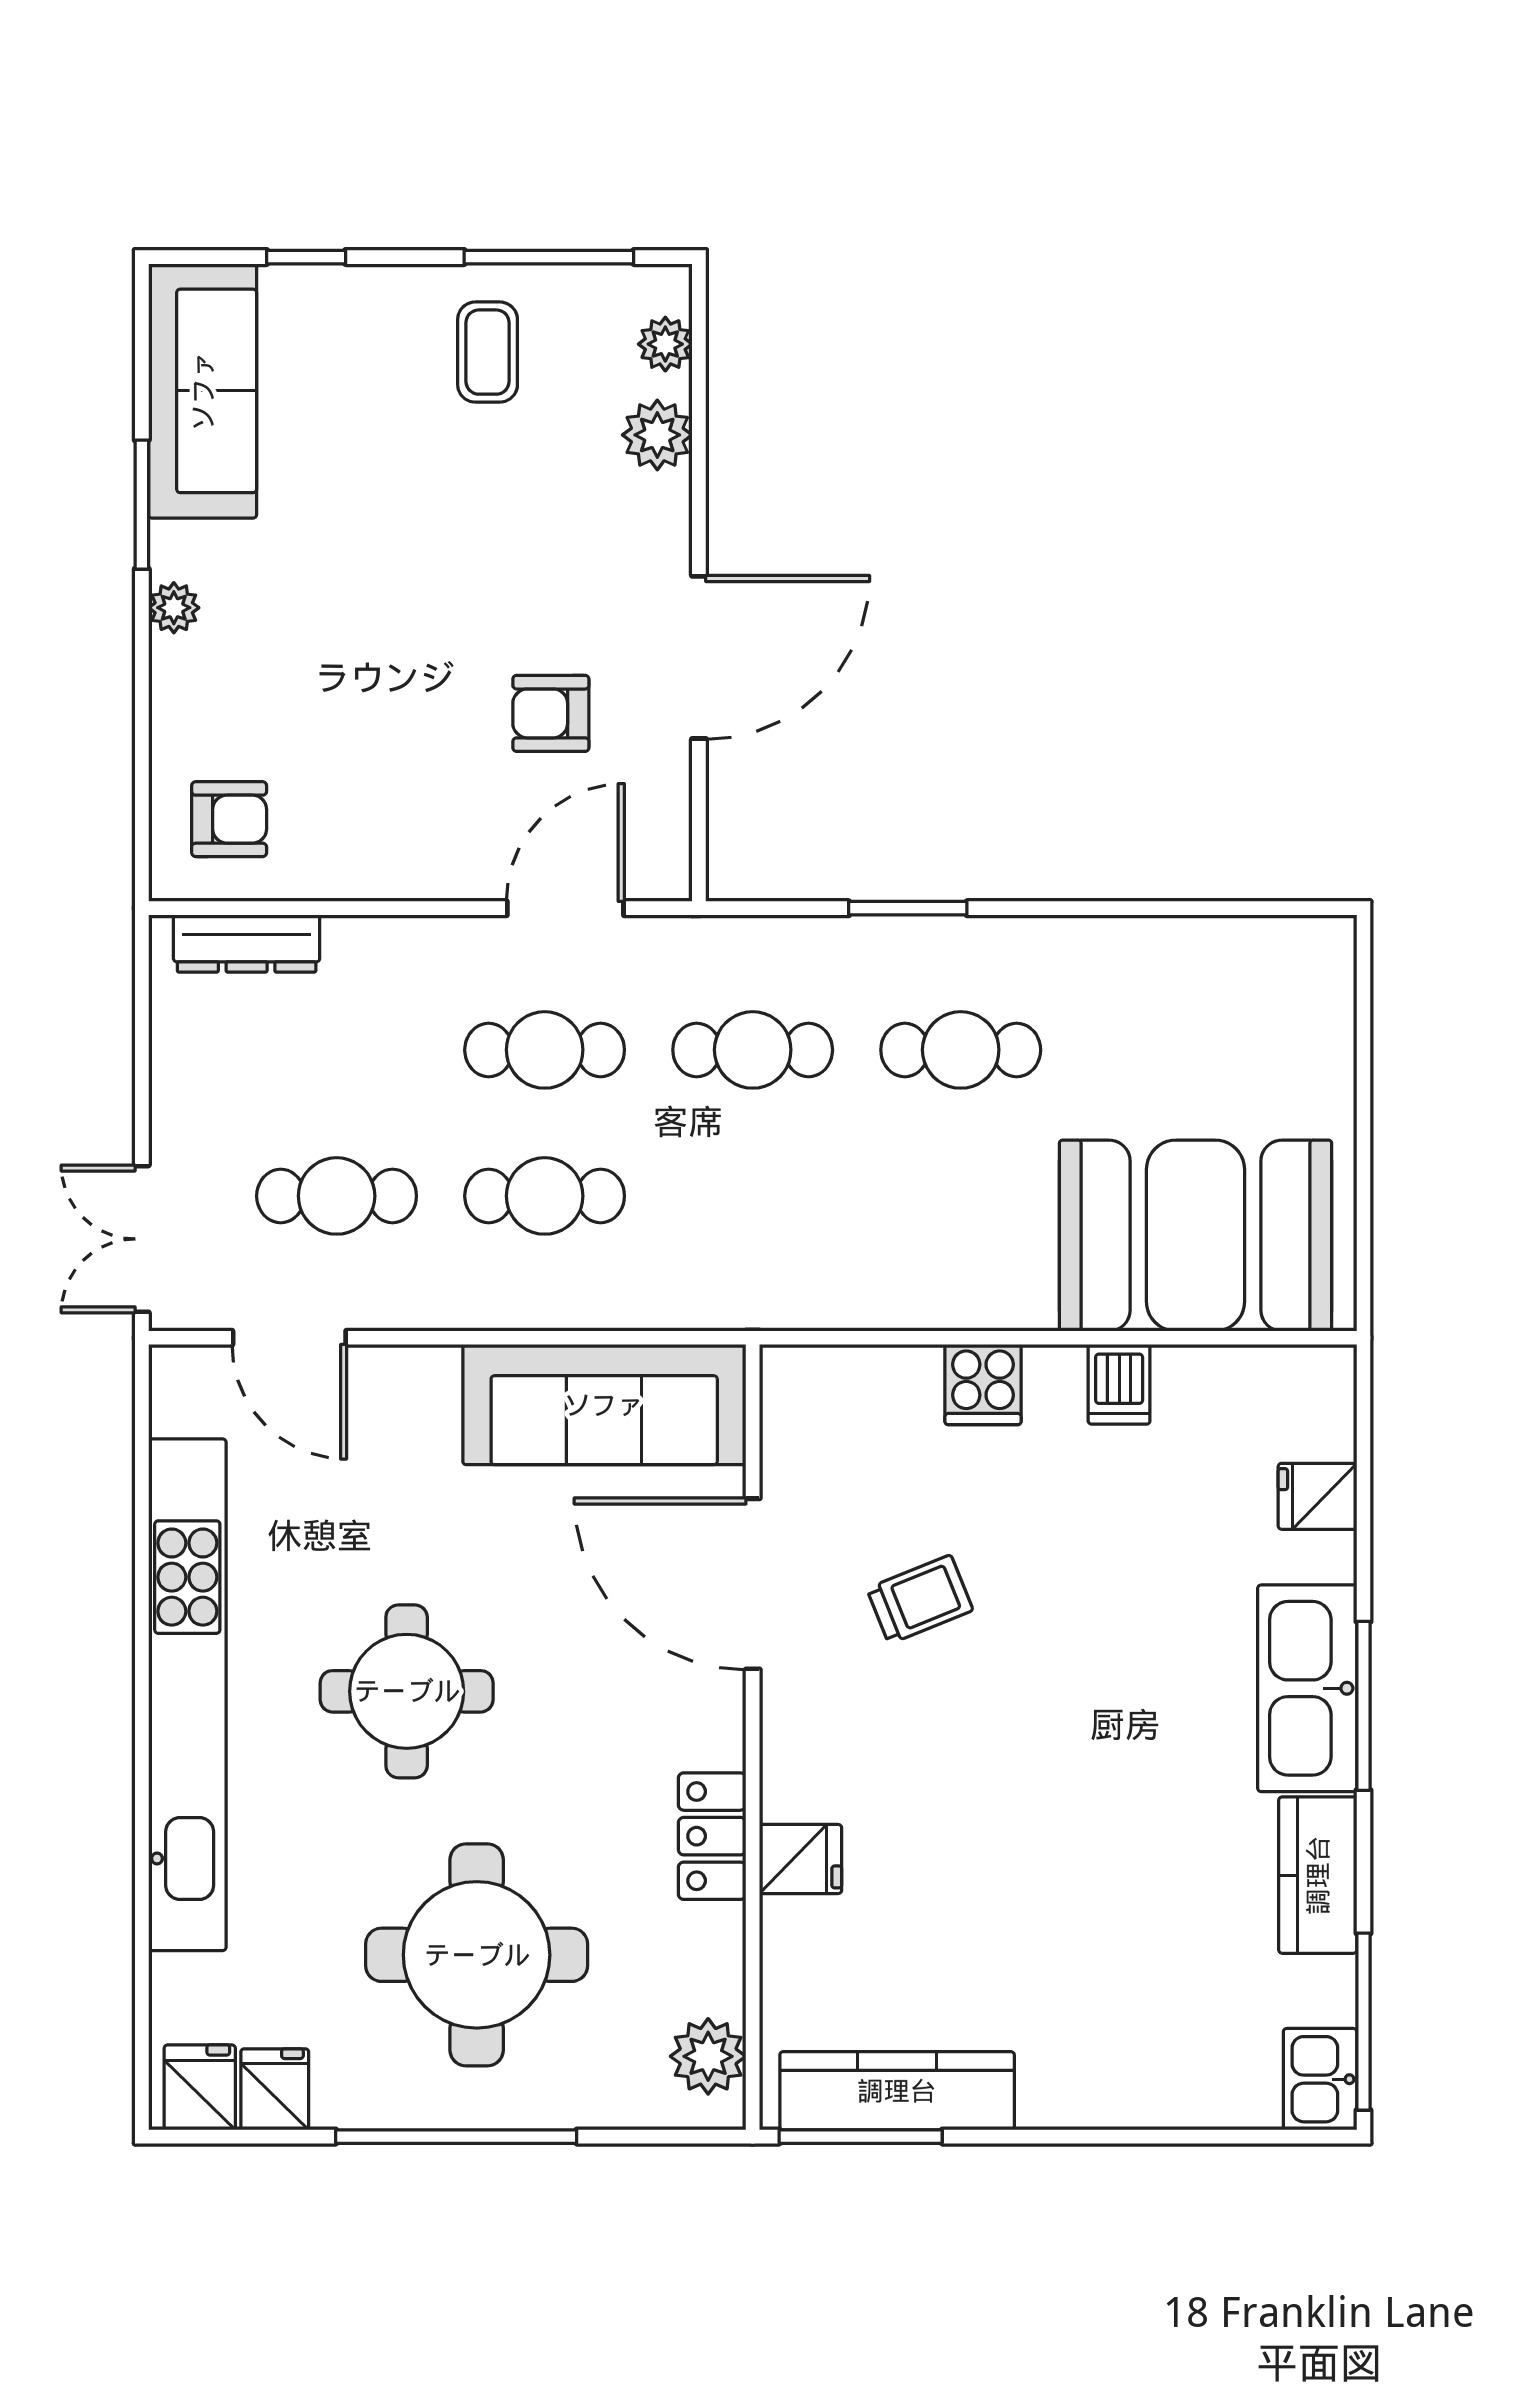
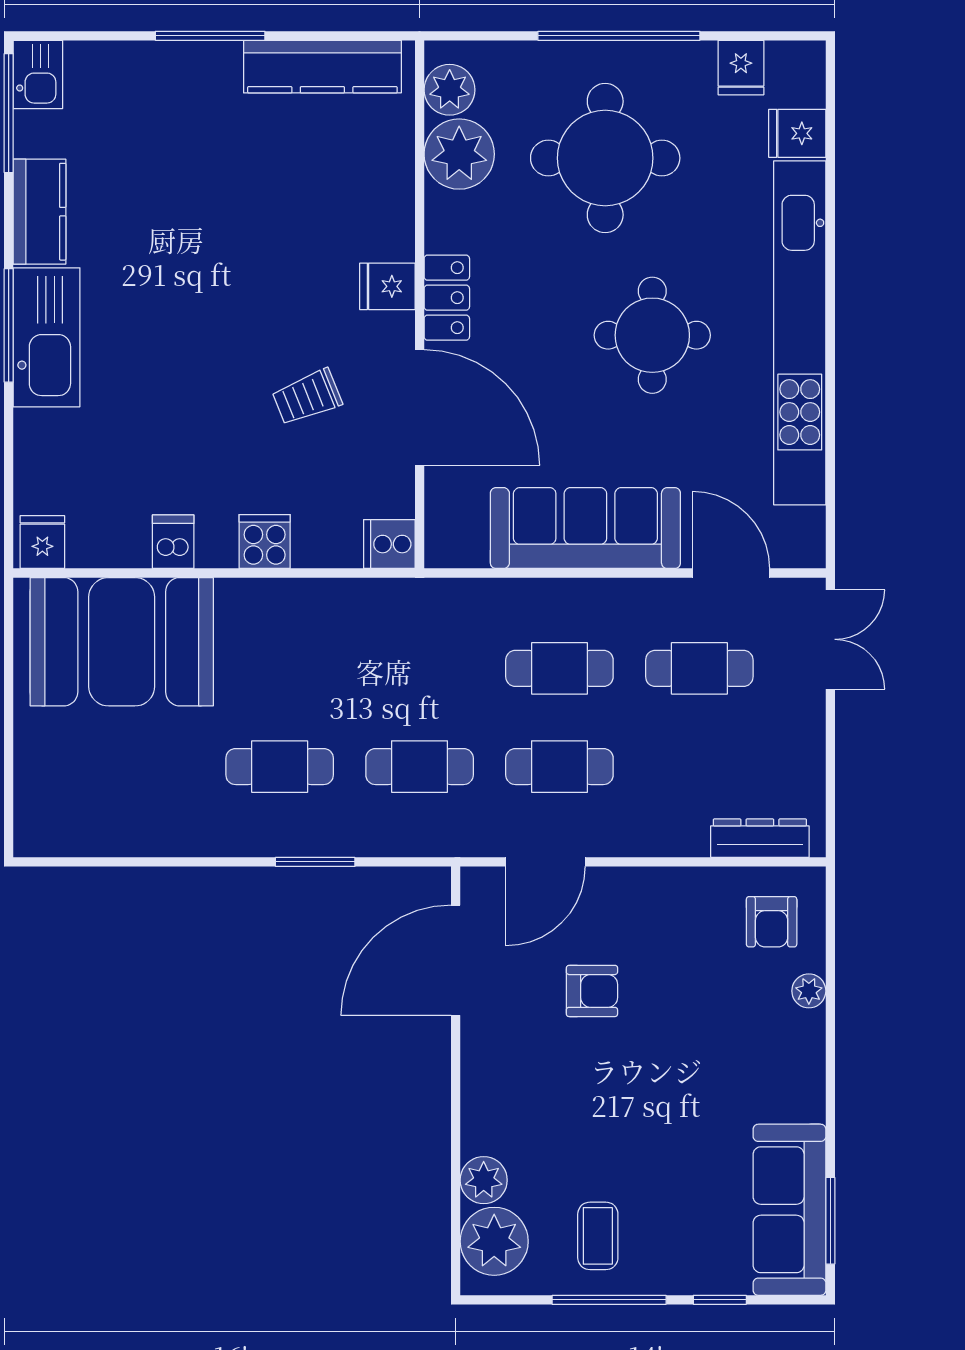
window: (549, 257) -> (609, 1300), moved
plant: (665, 344) -> (494, 1241), width x1.87, depth x1.87
window: (142, 505) -> (830, 1221), moved
plant: (174, 608) -> (809, 991), moved
door: (699, 657) -> (456, 960), moved
armchair: (551, 713) -> (592, 991), moved
armchair: (229, 819) -> (772, 922), turned -90
cooker: (798, 1381) -> (389, 544), added
sofa: (604, 1405) -> (585, 528), moved
fridge: (1317, 1496) -> (42, 542), moved, turned -90
locker: (712, 1836) -> (447, 298), moved
fridge: (801, 1859) -> (387, 286), moved
plant: (694, 1961) -> (459, 154), added
fridge: (200, 2087) -> (797, 133), moved, turned 90
window: (861, 2137) -> (210, 36), moved

